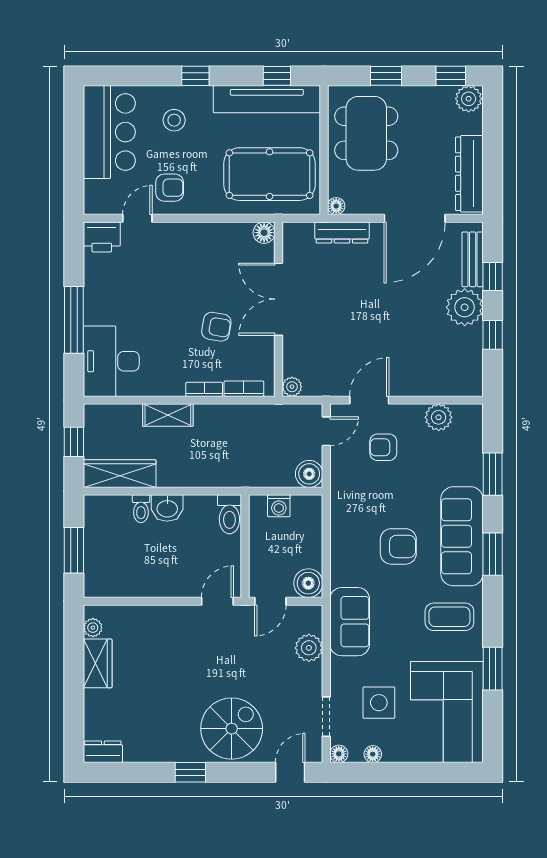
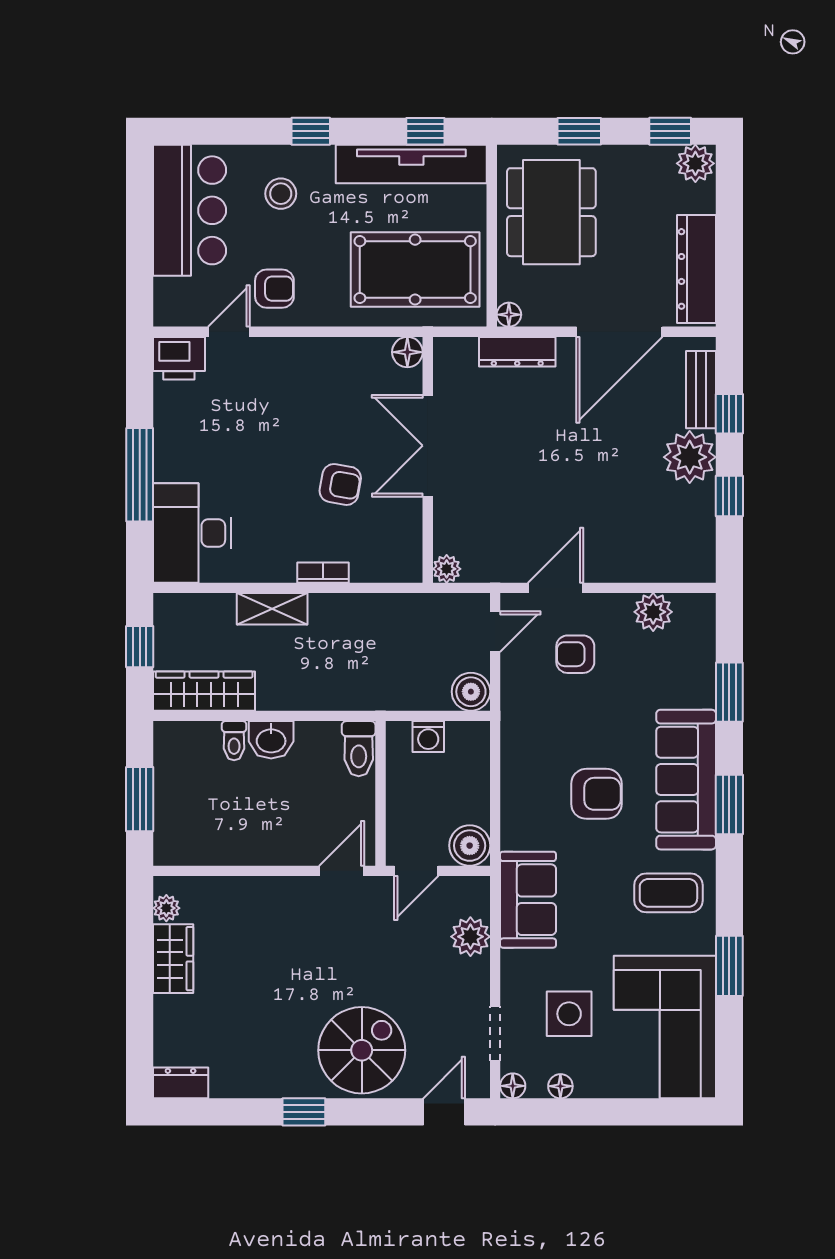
bookcase: (244, 389) -> (379, 572), removed

